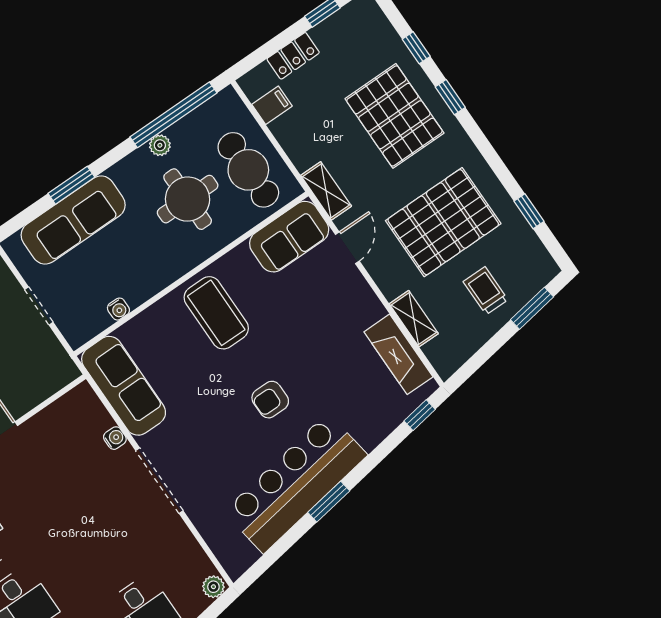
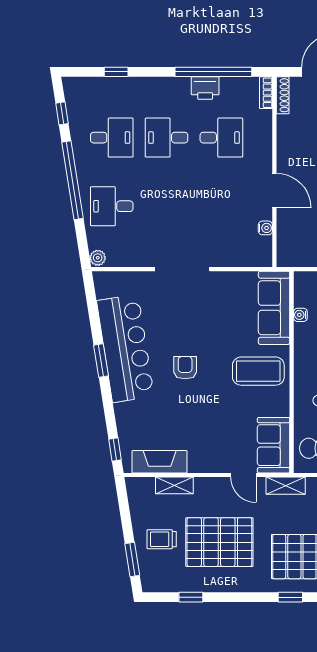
pallet: (443, 222) -> (219, 542), turned 90
trolley: (486, 291) -> (162, 539), turned 180
sofa: (124, 386) -> (274, 308), moved, turned 90
water cooler: (115, 438) -> (265, 228), moved, turned -90

